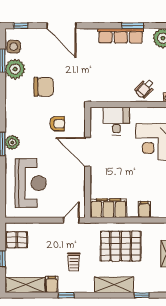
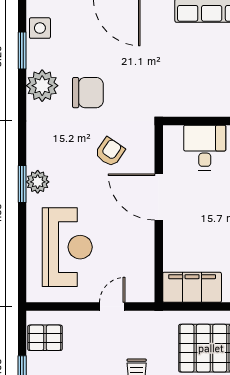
plant: (15, 69) -> (42, 86), moved
armchair: (57, 124) -> (110, 152), turned -56
door: (71, 220) -> (112, 307), moved

